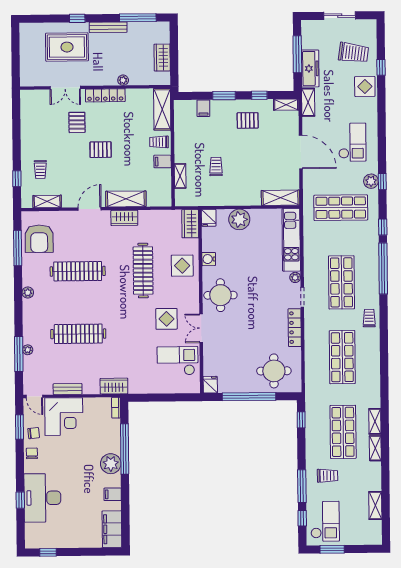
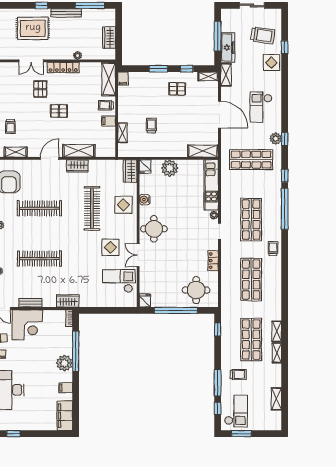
filing cabinet: (203, 108) -> (123, 79), moved
checkout: (352, 142) -> (261, 107), turned 180
locker: (295, 328) -> (213, 261), width x0.66

